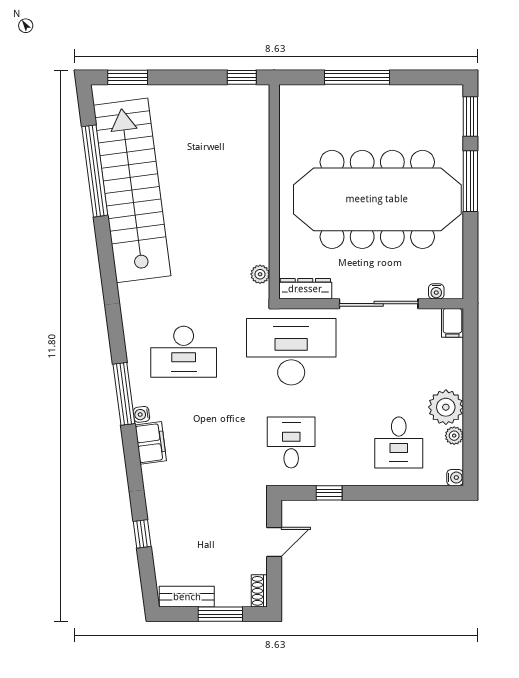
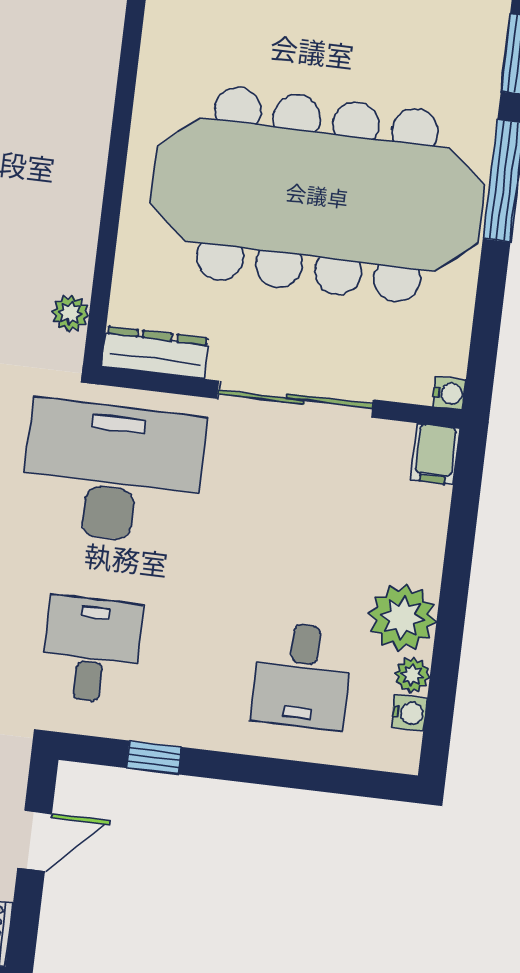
water cooler: (436, 291) -> (449, 393), moved, turned -90
water cooler: (455, 478) -> (409, 713), moved

